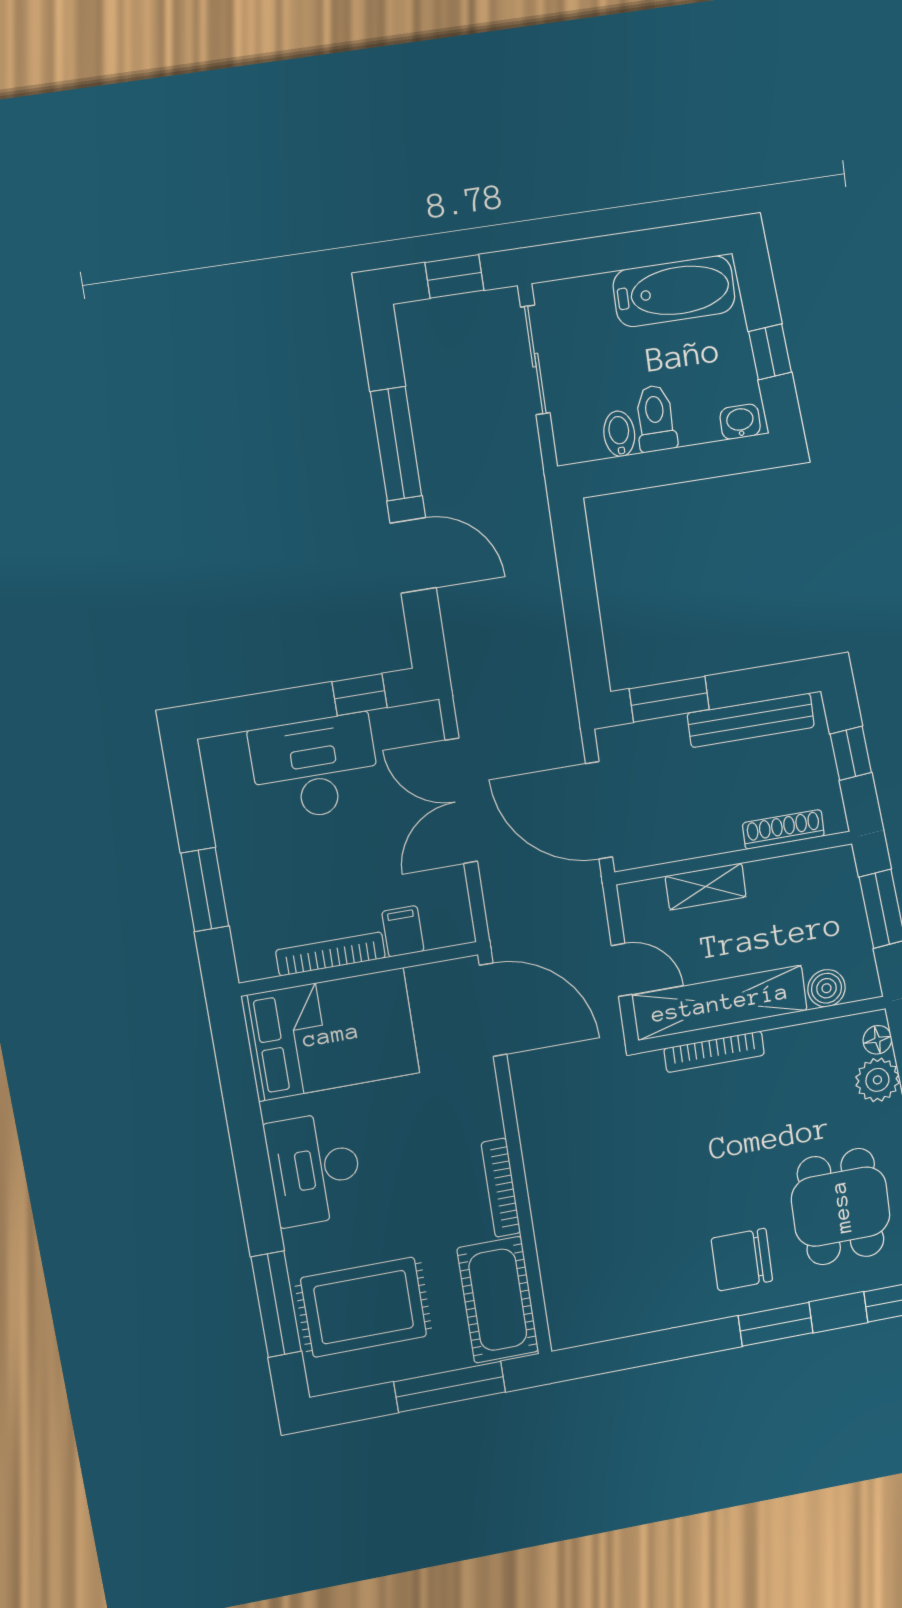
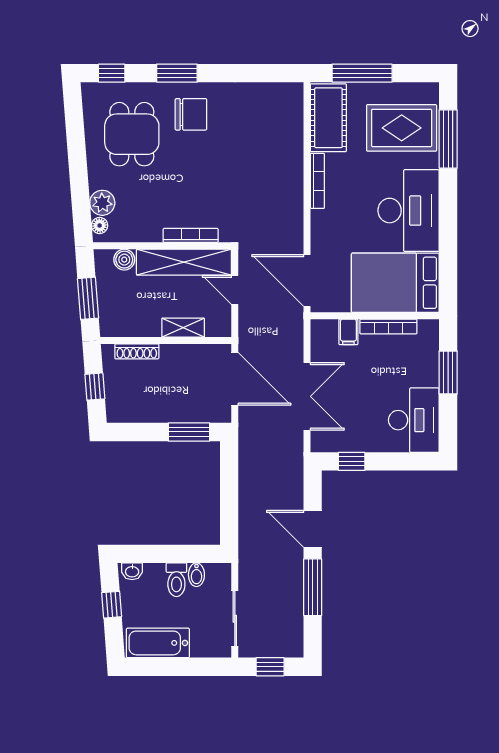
bench: (751, 720) -> (147, 413), removed
desk: (315, 768) -> (414, 420), moved, turned -90
desk: (314, 1169) -> (409, 211), width x1.36, depth x1.30

